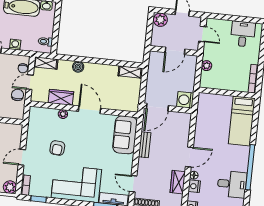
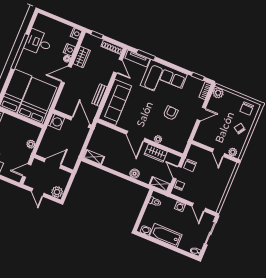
door: (202, 34) -> (27, 171), hinge flipped
door: (30, 82) -> (177, 173), swing flipped
door: (157, 107) -> (80, 122), hinge flipped
bed: (214, 117) -> (37, 100), added
sofa: (125, 135) -> (115, 102), width x1.36

